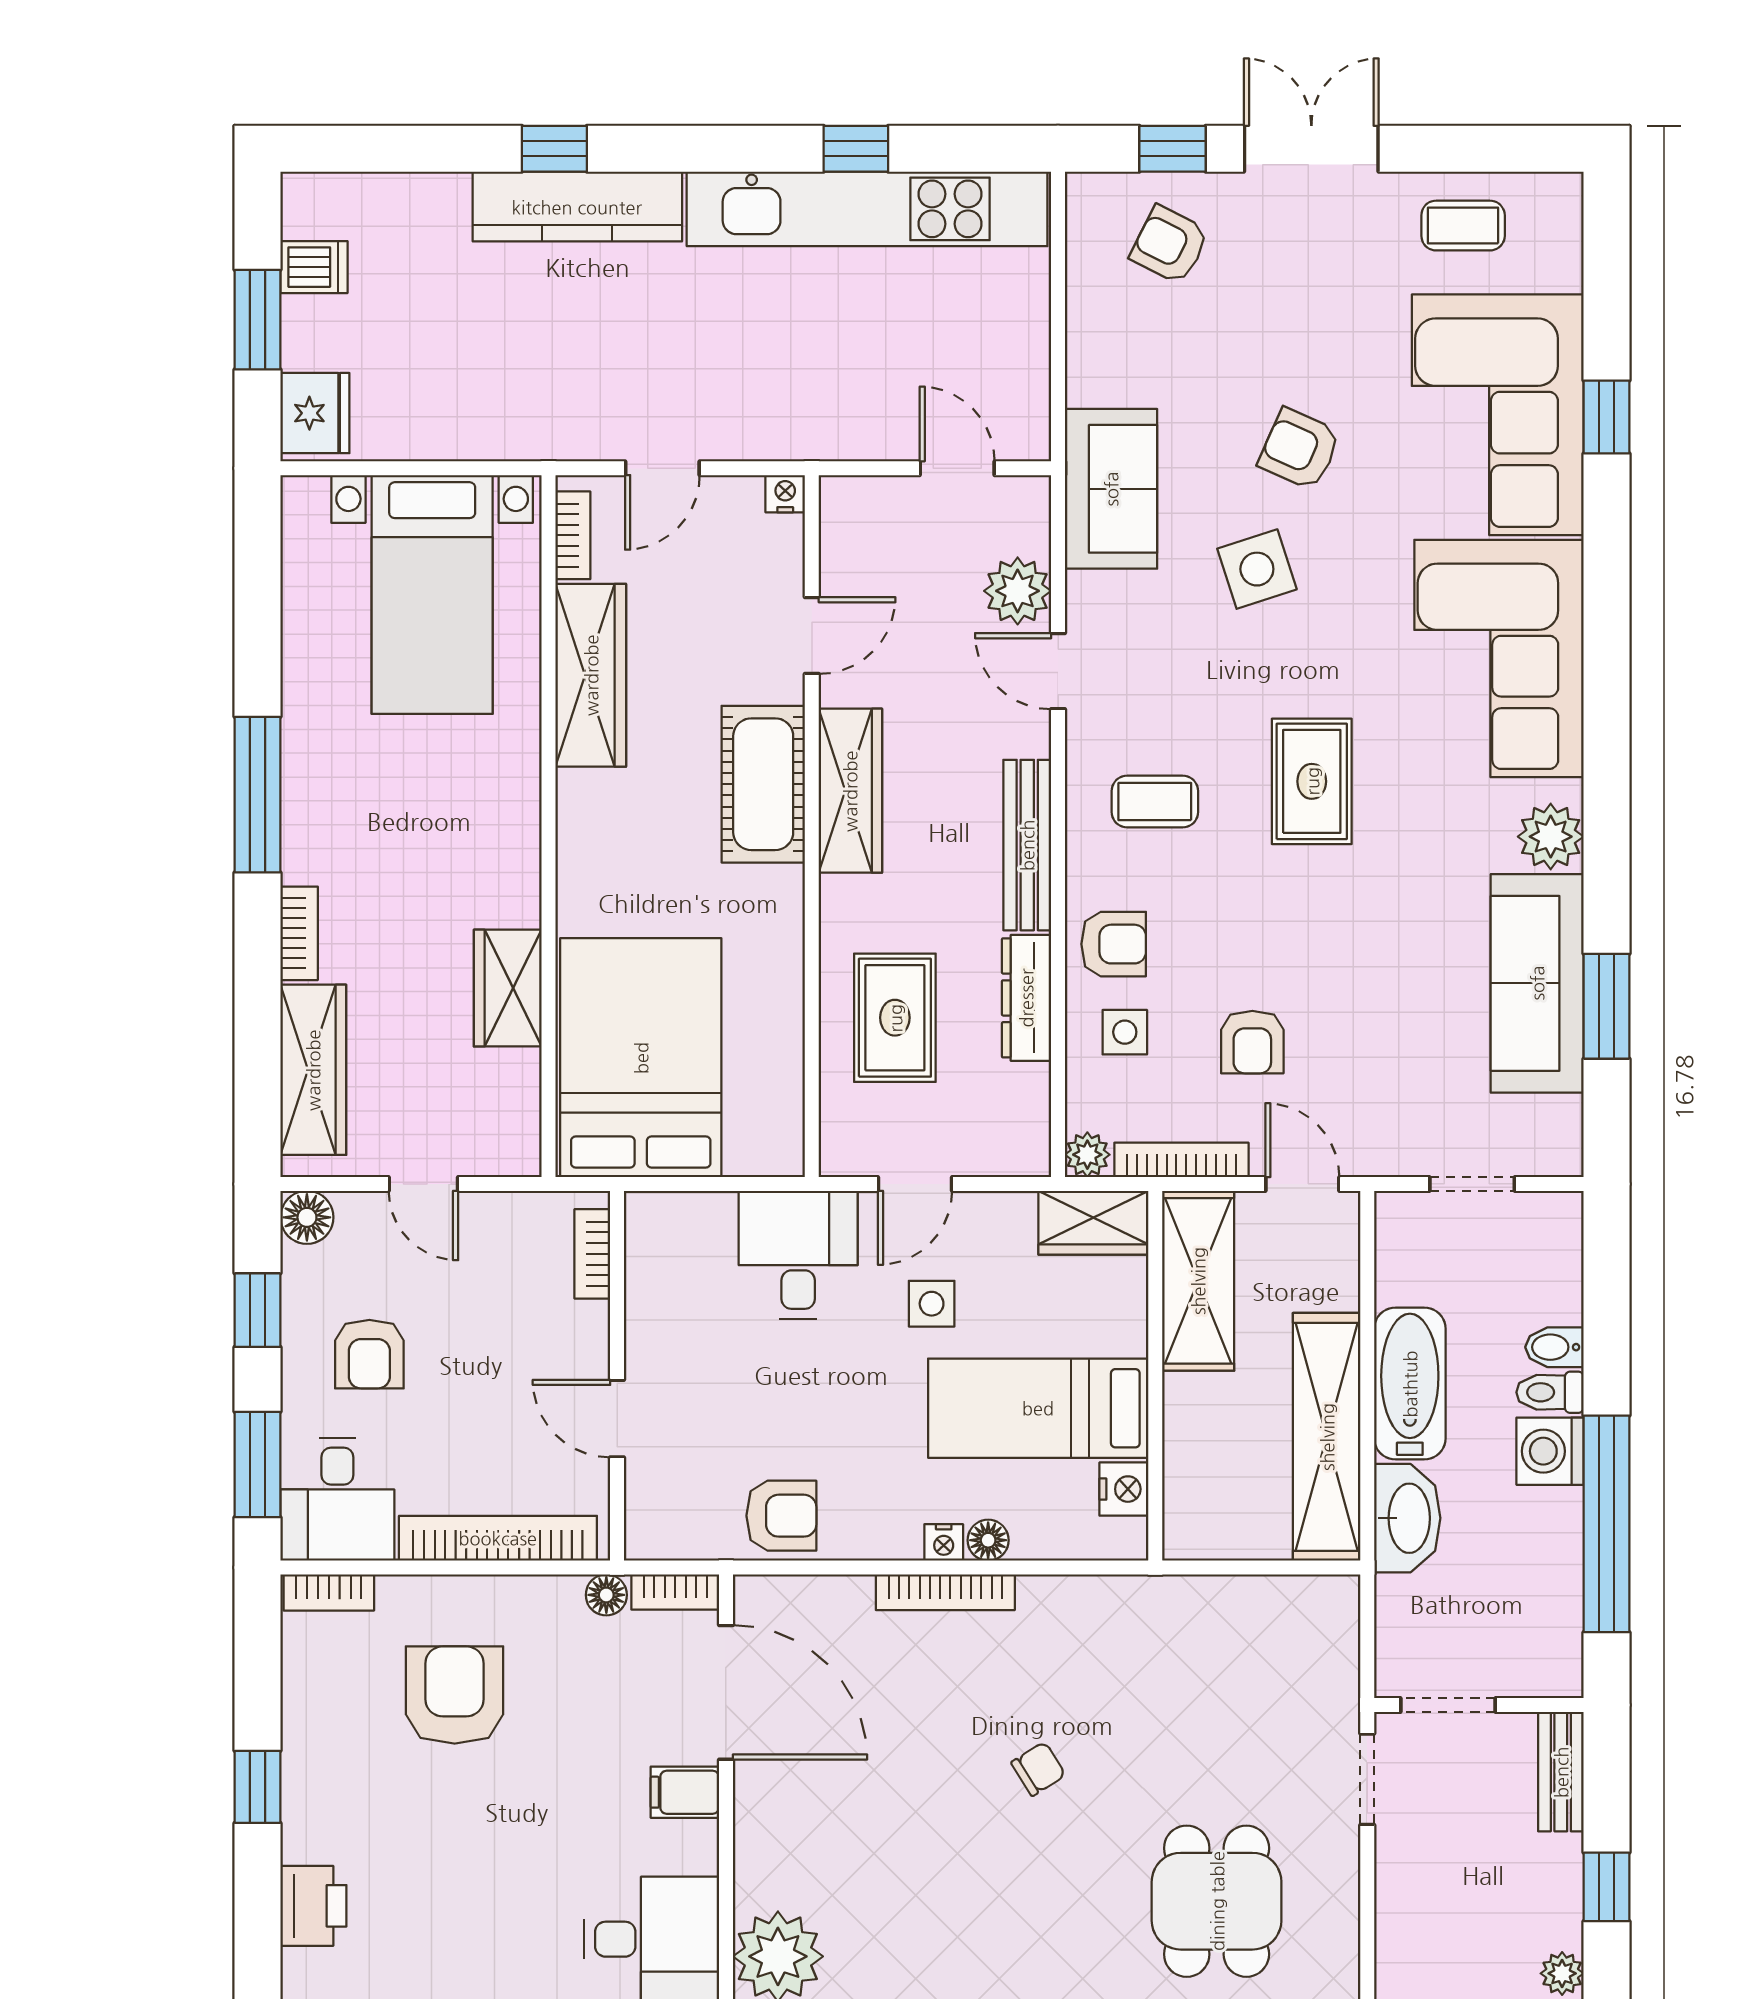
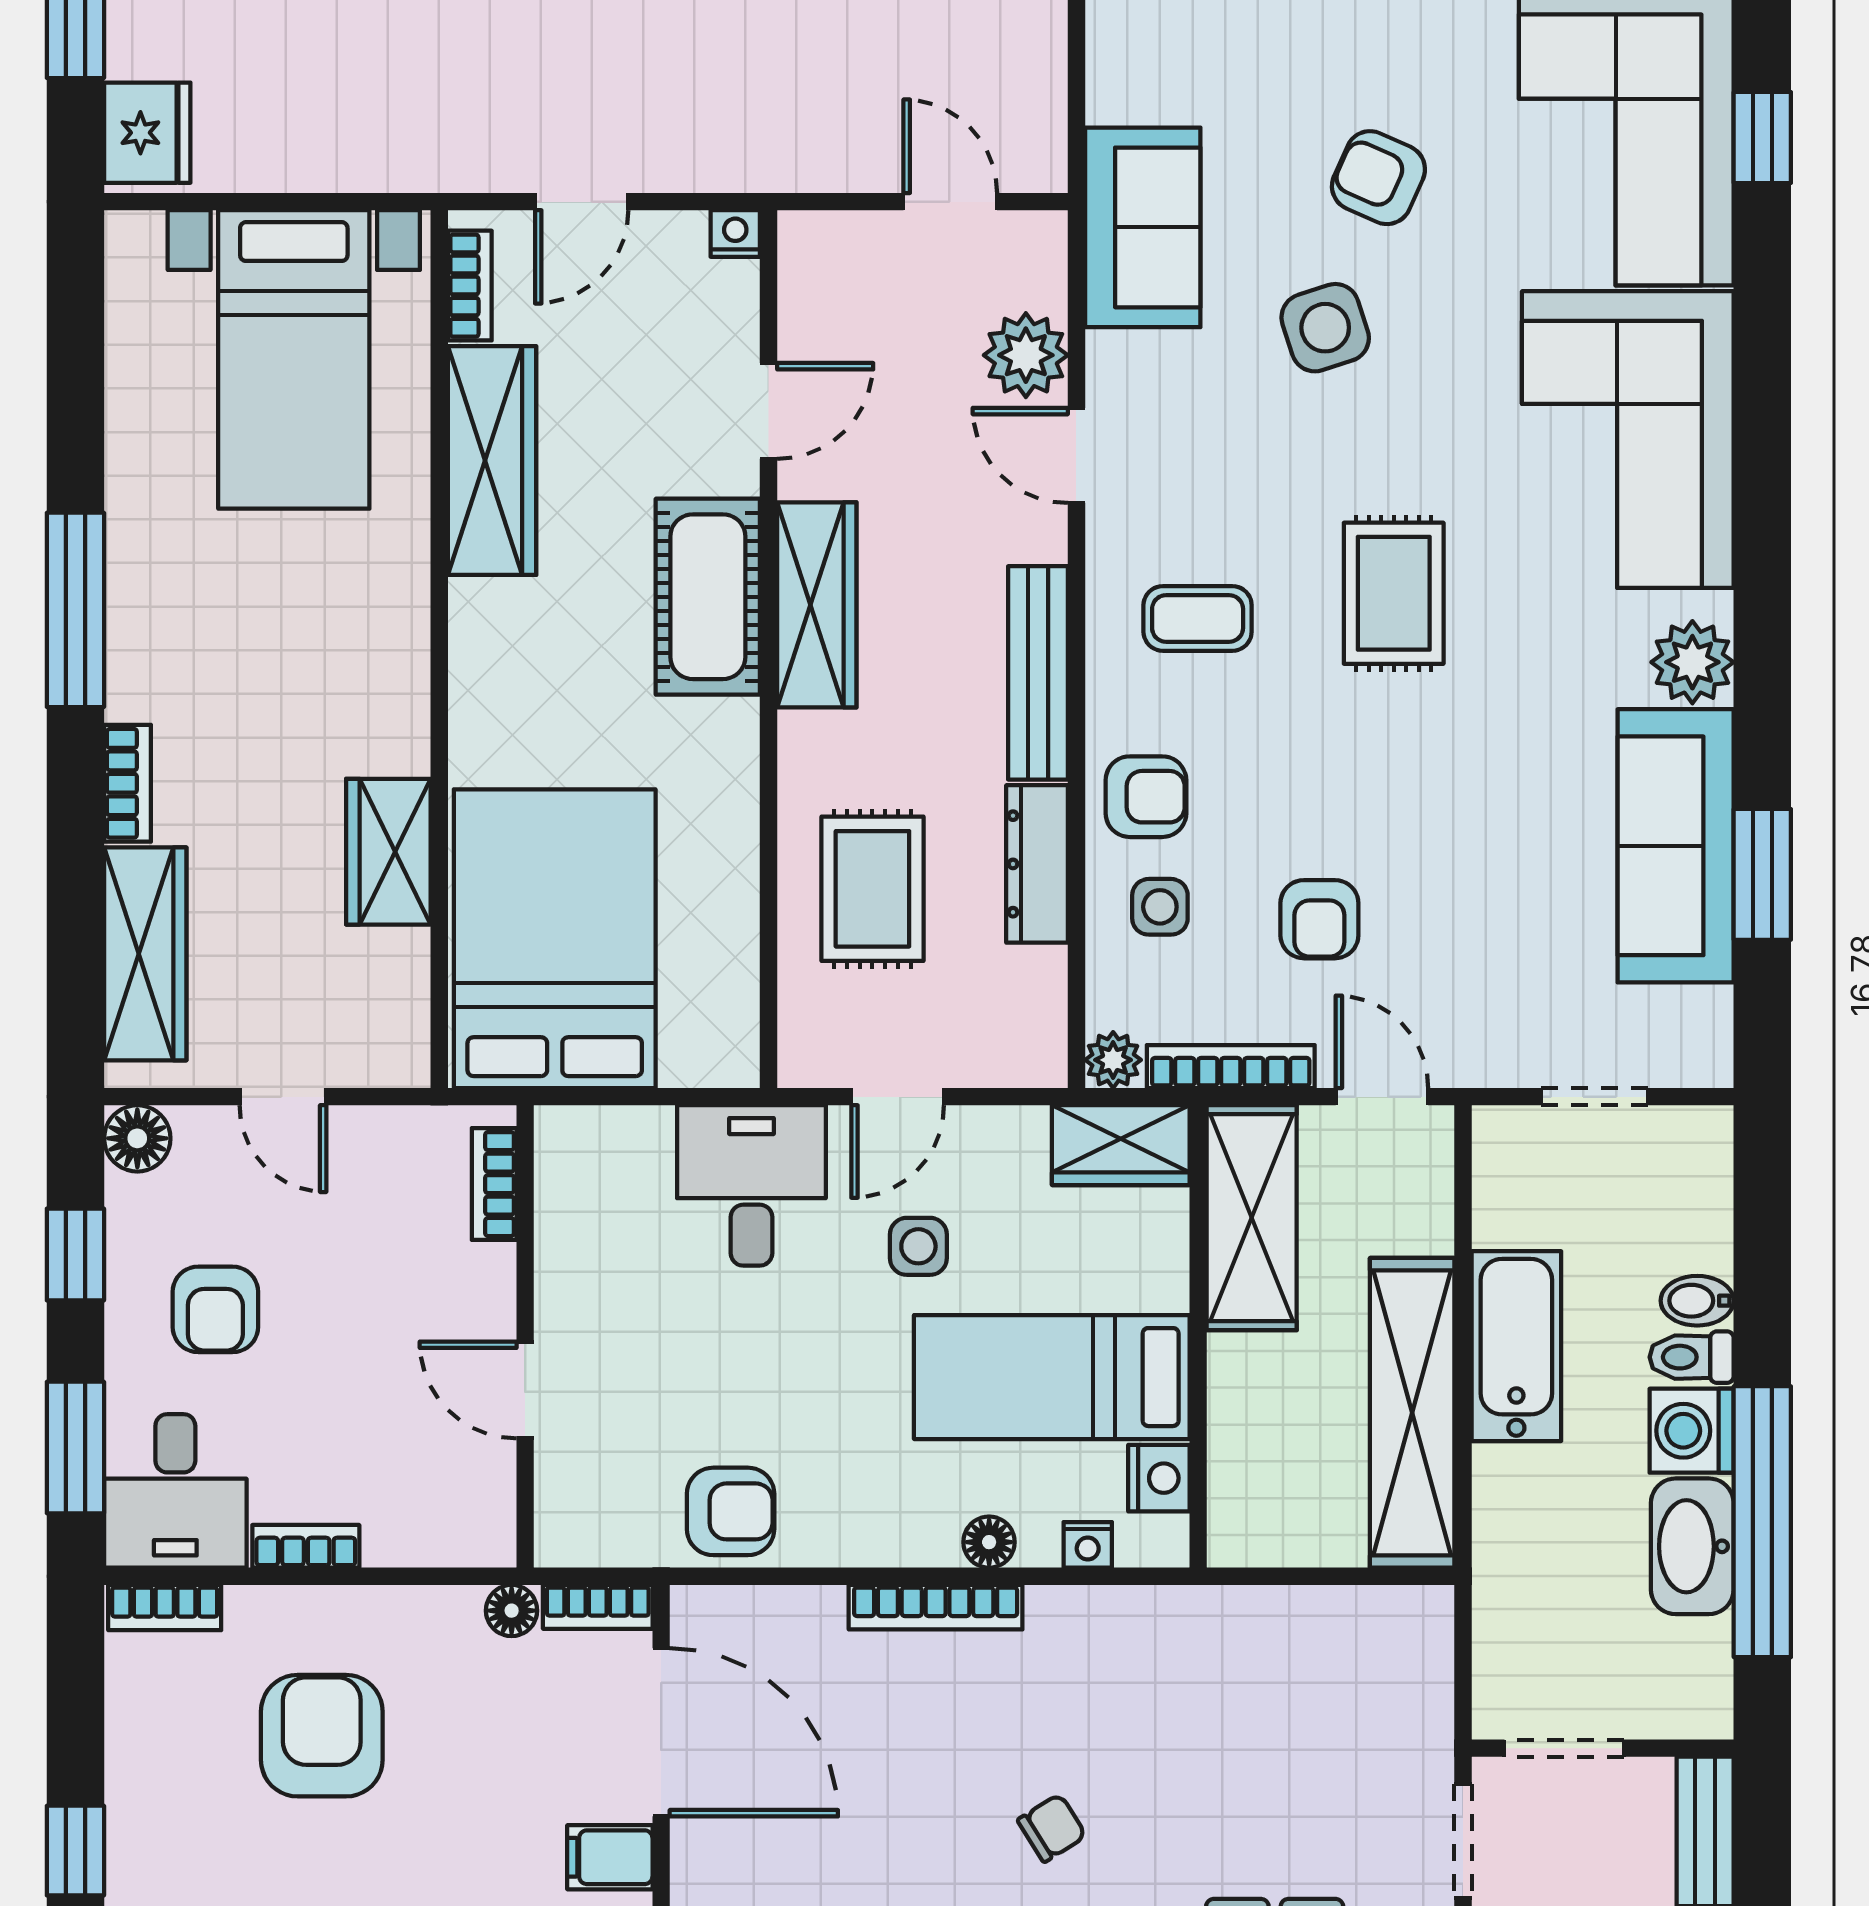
washbasin: (1407, 1518) -> (1692, 1546), moved, turned 180
bookcase: (498, 1538) -> (306, 1546), width x0.43, depth x0.76
nightstand: (944, 1542) -> (1088, 1545), moved

